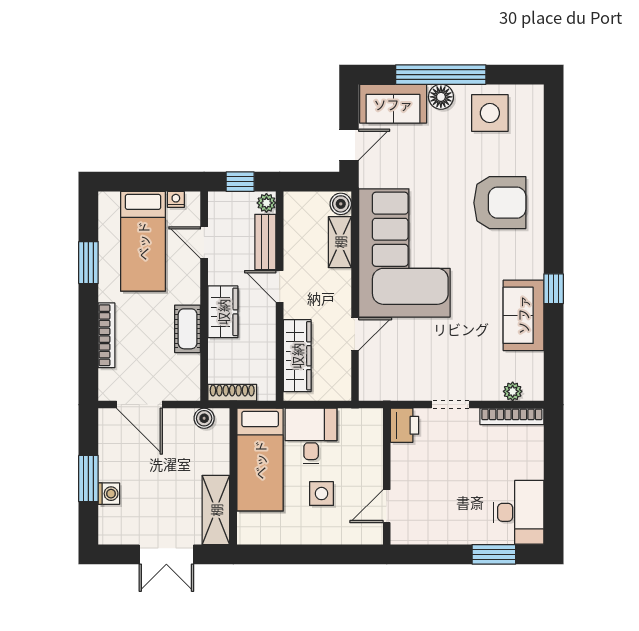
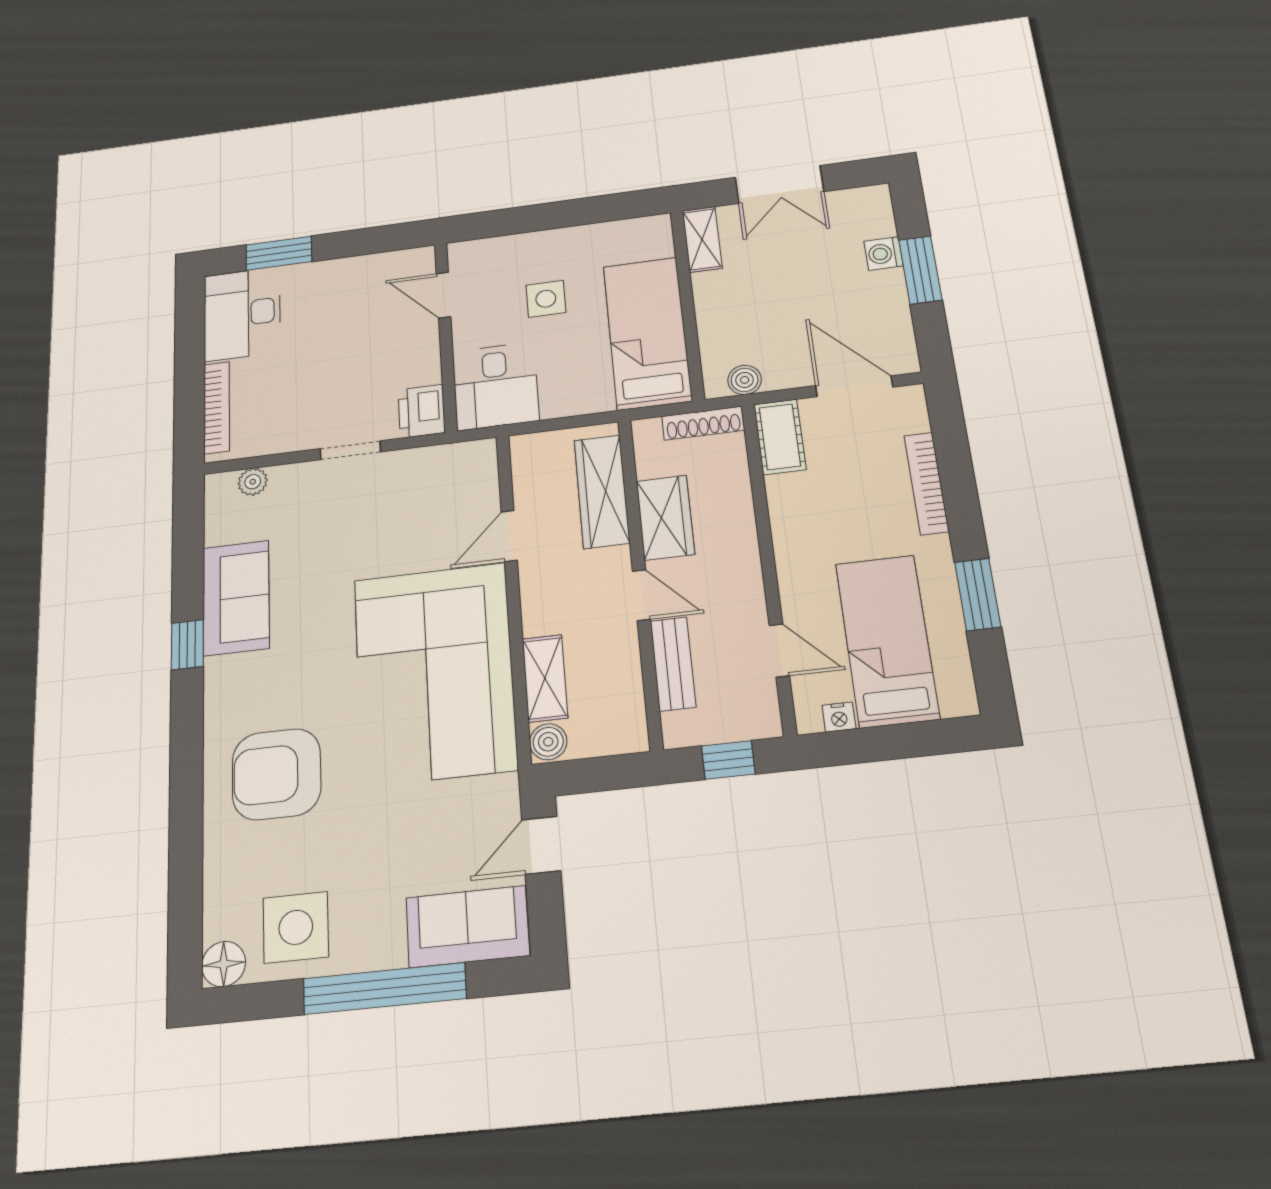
floor lamp: (441, 97) -> (224, 964), moved
plant: (266, 203) -> (678, 729), removed
wardrobe: (223, 312) -> (665, 518), moved, turned 180
cot: (188, 329) -> (780, 437), moved
bookcase: (512, 416) -> (217, 407), moved, turned 90
desk: (311, 436) -> (496, 386), moved
door: (387, 506) -> (443, 295), swing flipped
shelving: (216, 510) -> (702, 239), width x0.67, depth x0.75
double door: (166, 554) -> (779, 184), swing flipped

